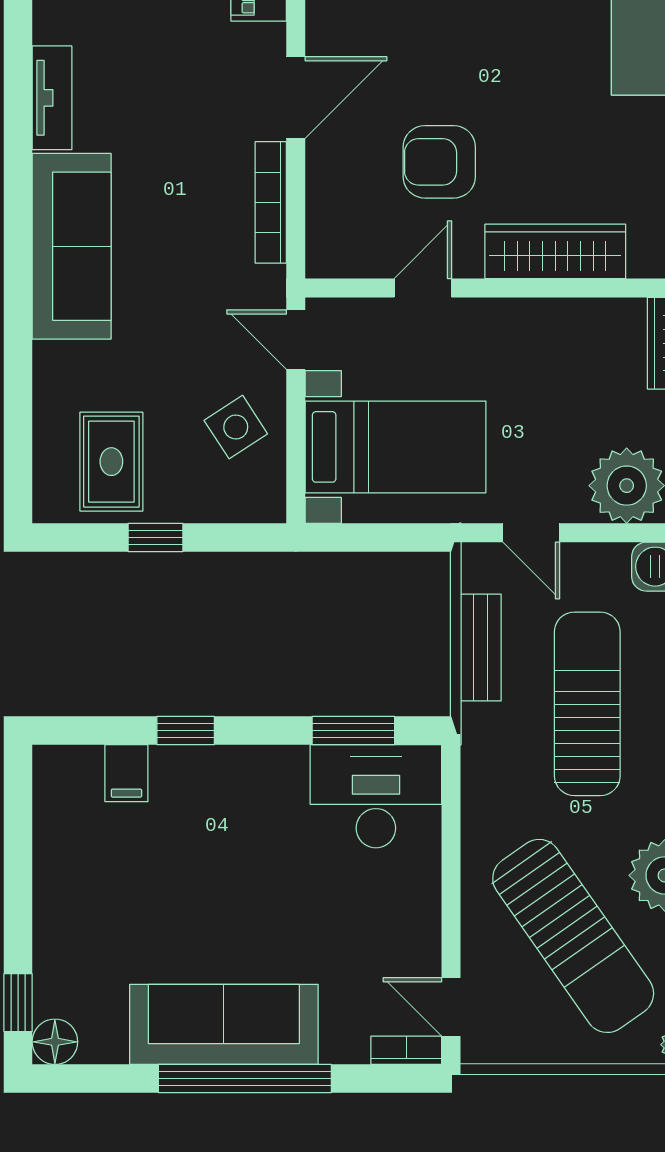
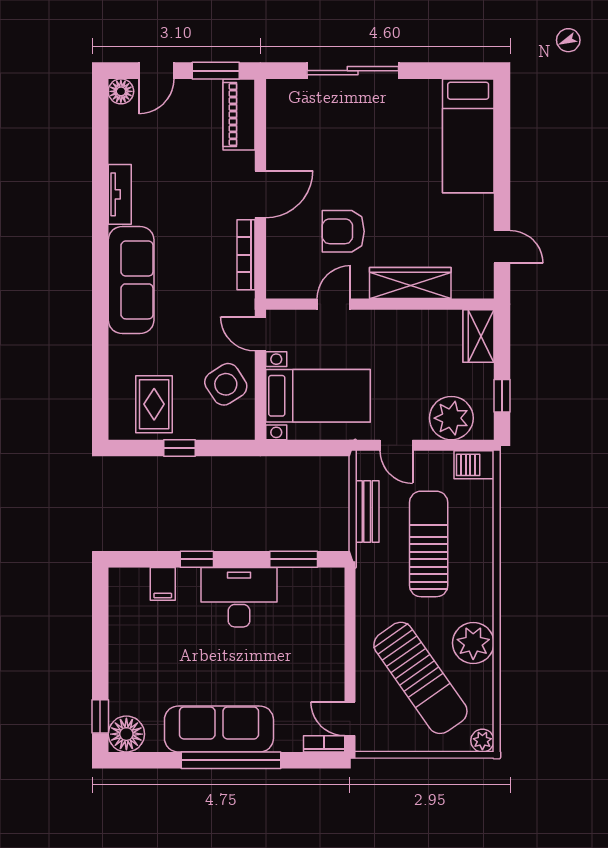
side table: (236, 427) -> (226, 384), width x1.37, depth x1.37
desk: (376, 796) -> (239, 597), moved
floor lamp: (55, 1042) -> (126, 734), width x1.38, depth x1.38

